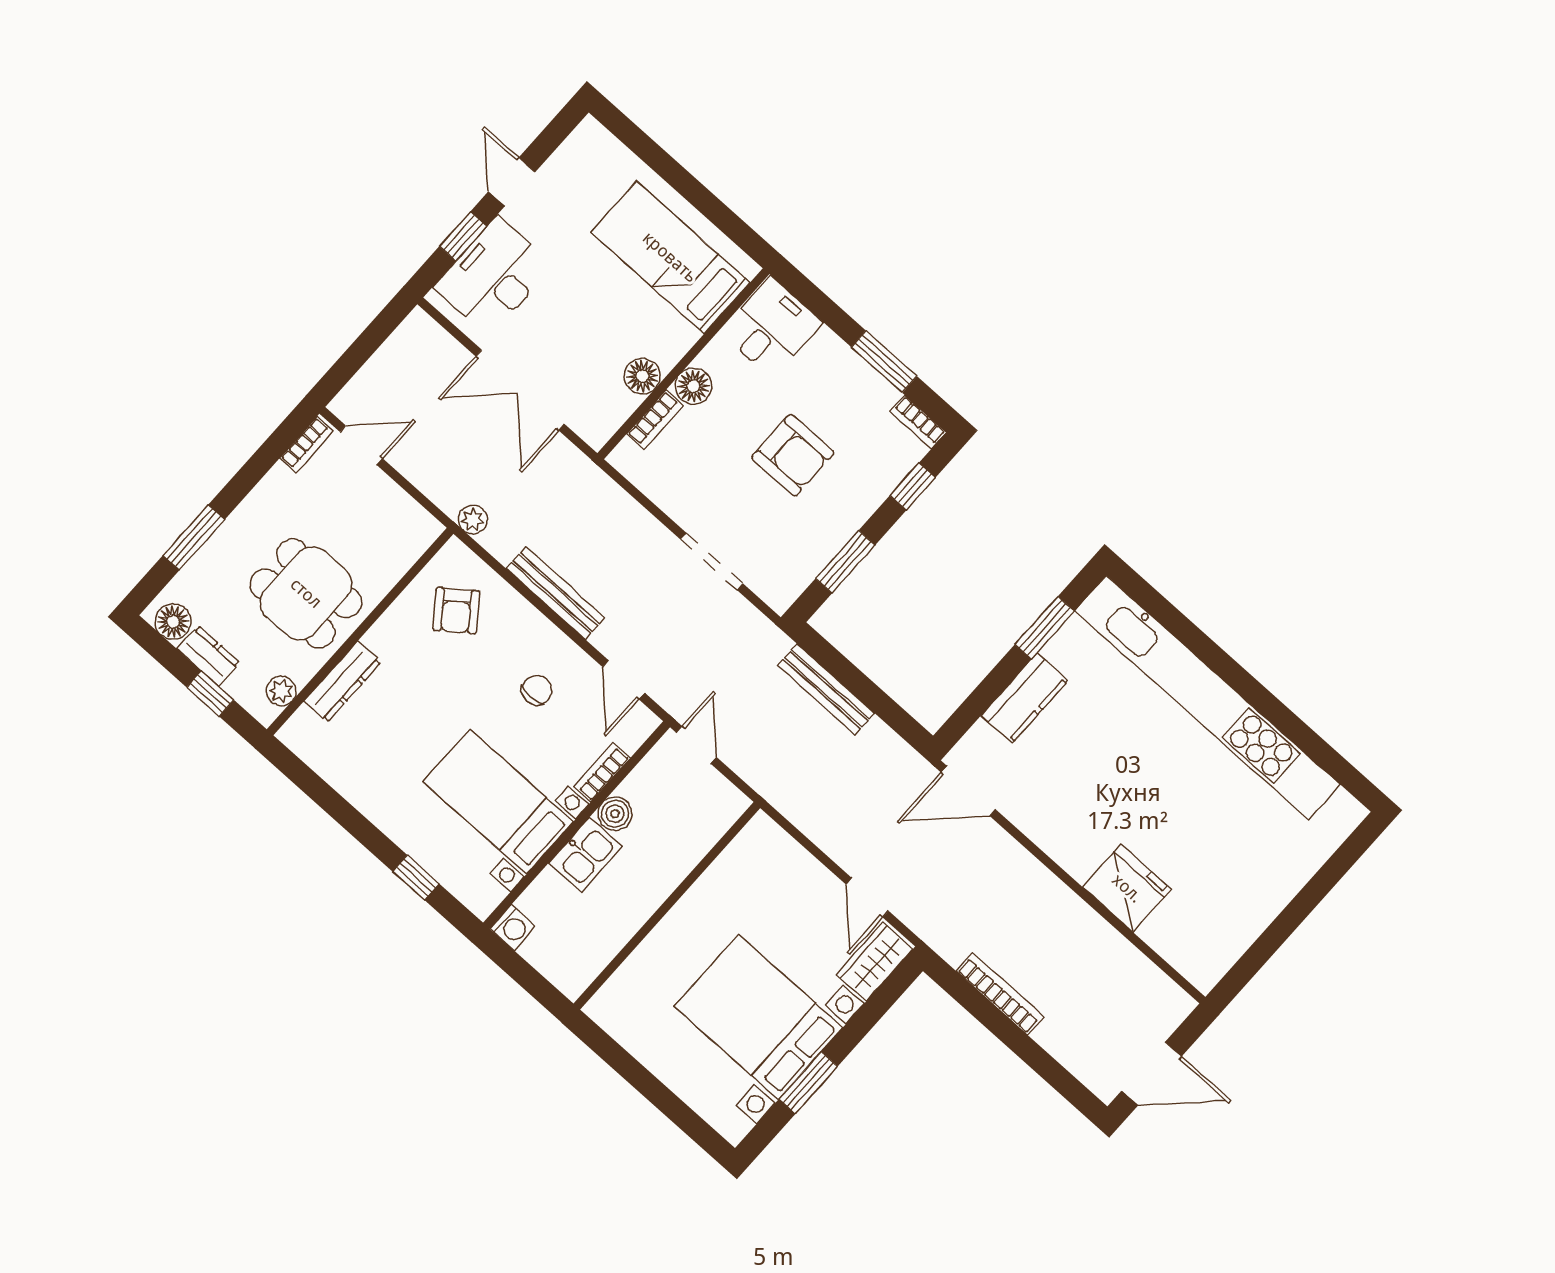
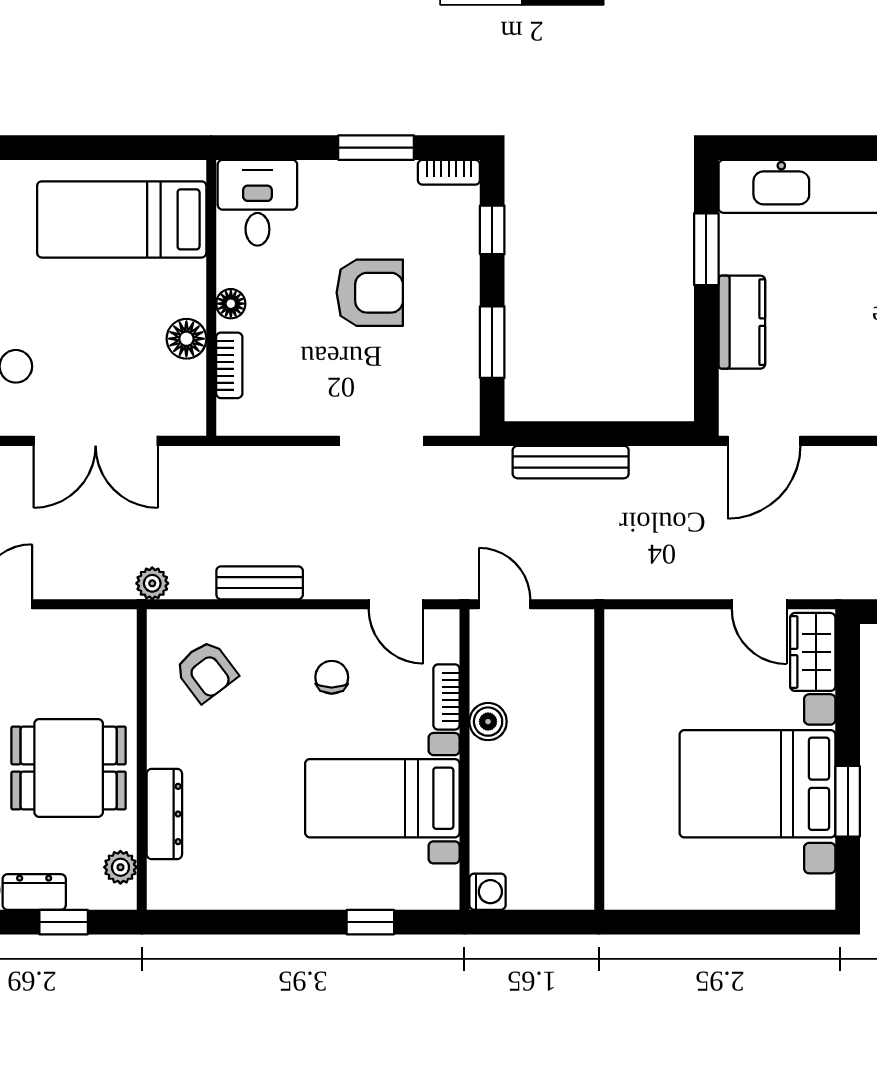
floor lamp: (693, 386) -> (231, 304), width x0.73, depth x0.73
bench: (556, 593) -> (260, 583), width x0.73
kitchen sink: (585, 855) -> (494, 777), removed

